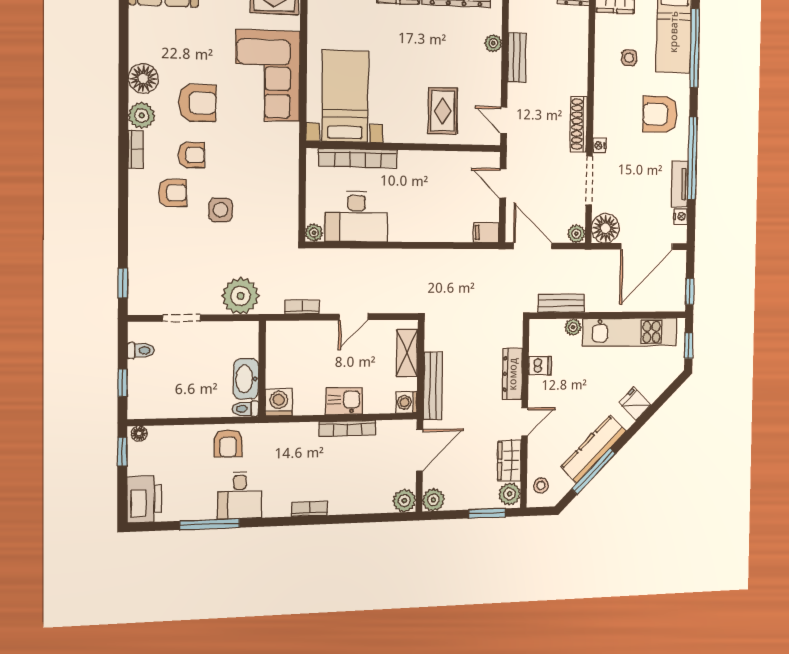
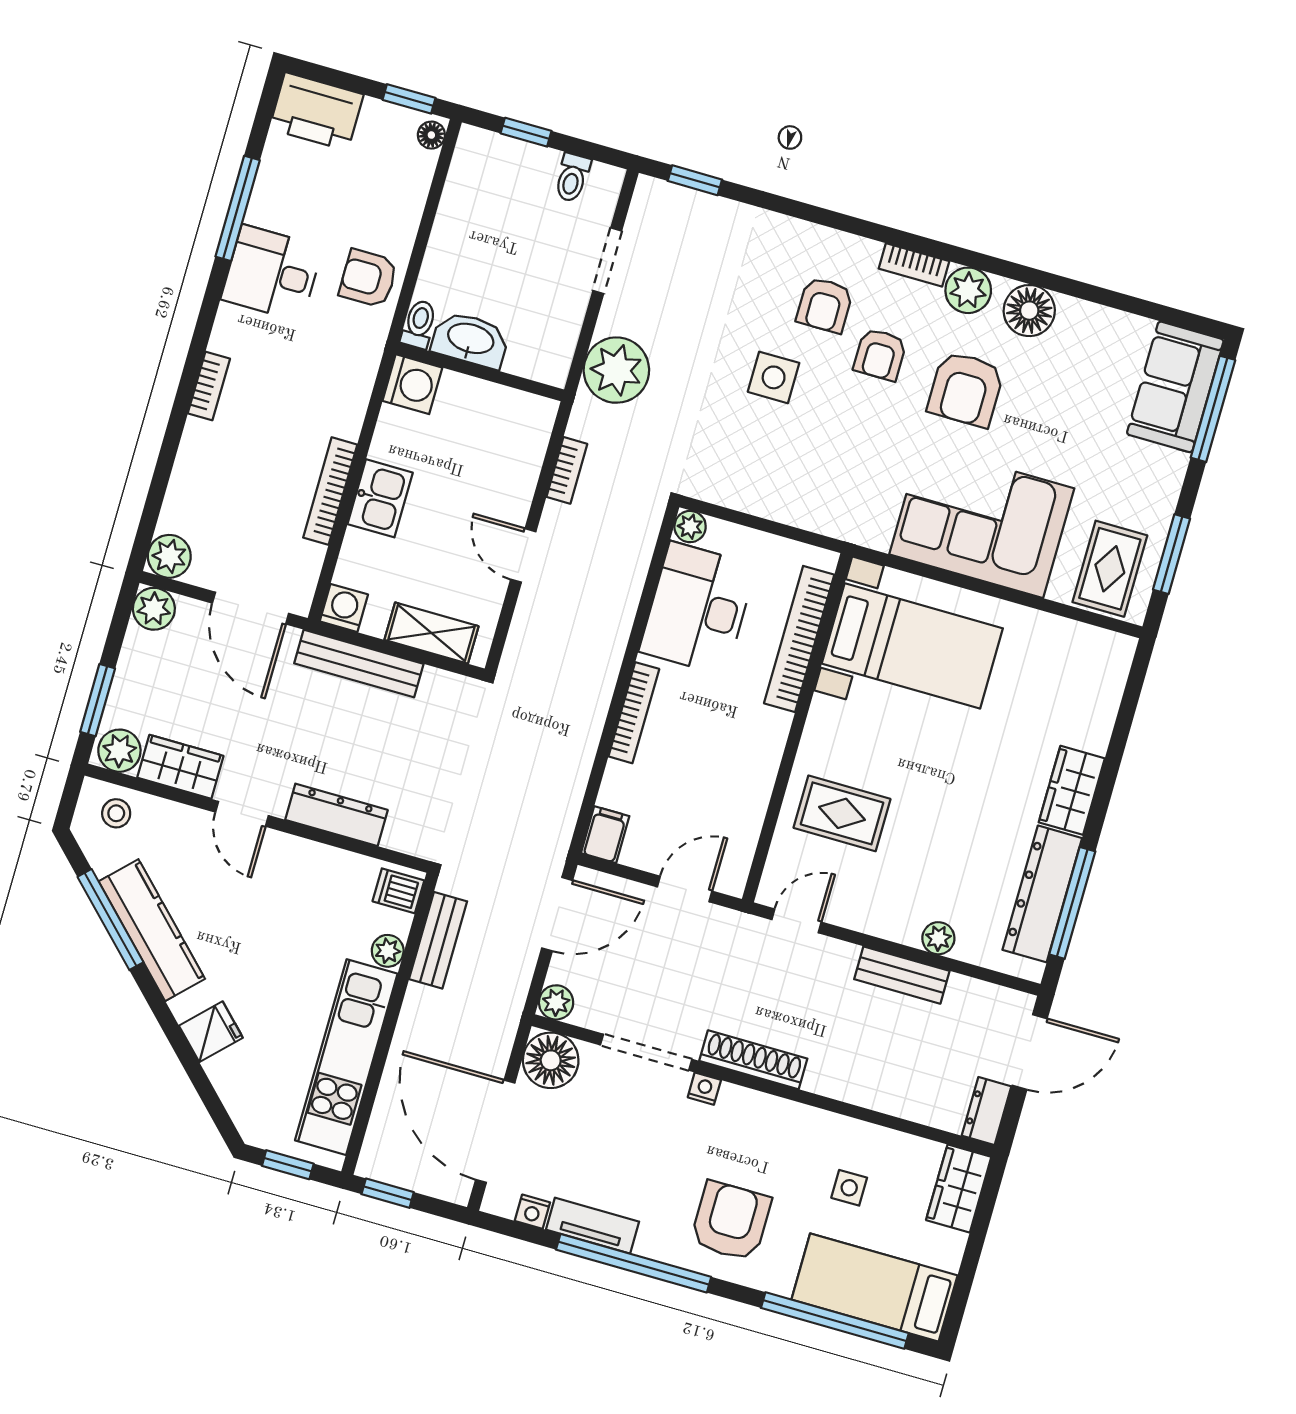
bookcase: (420, 235) -> (634, 713), added
dishwasher: (540, 366) -> (398, 891), moved, turned 90

